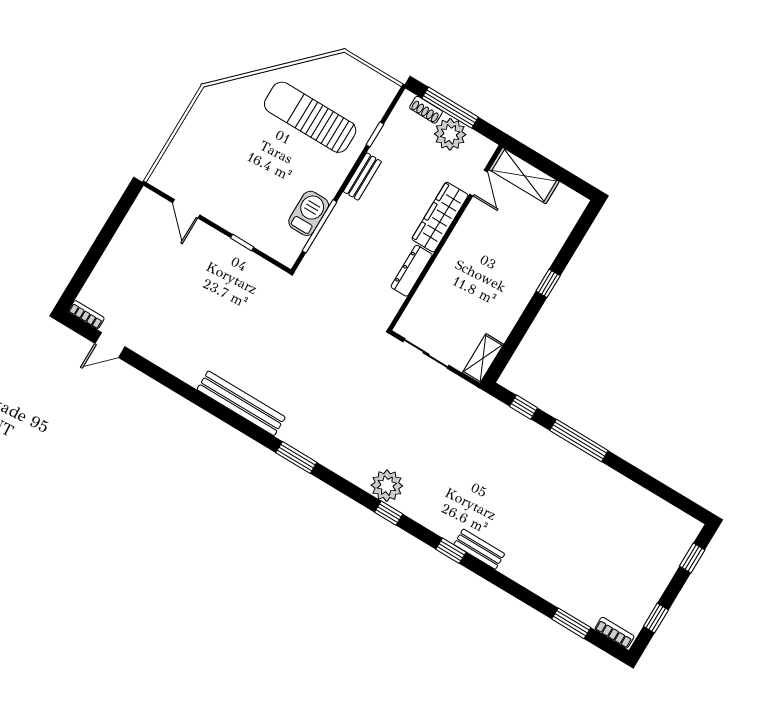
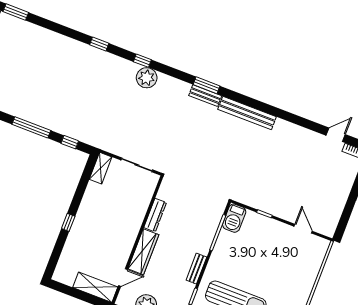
door: (478, 183) -> (123, 277), swing flipped
barbecue: (309, 213) -> (234, 218), moved
bench: (479, 549) -> (205, 96), moved

